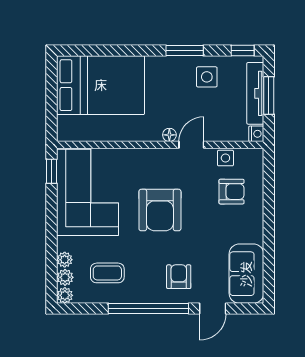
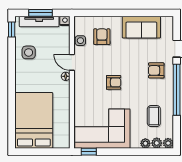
window: (185, 50) -> (12, 67), removed
armchair: (160, 210) -> (114, 82), width x0.53, depth x0.53
sofa: (246, 274) -> (141, 27), moved

